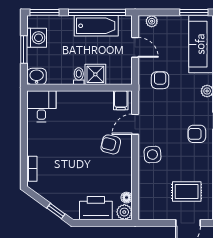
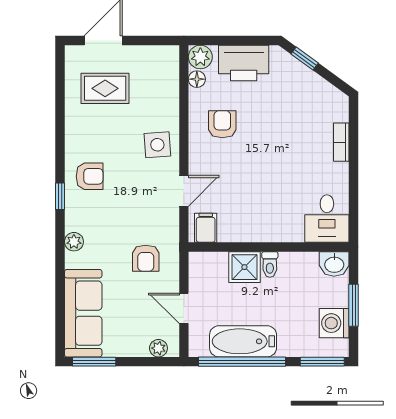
armchair: (111, 144) -> (222, 124), moved, turned -104
bookcase: (32, 169) -> (341, 142), moved

